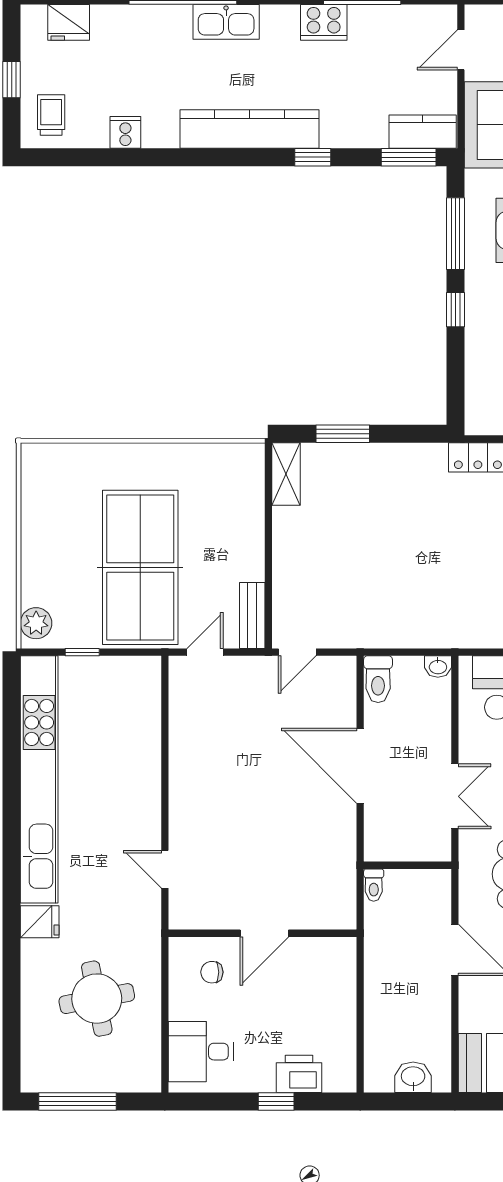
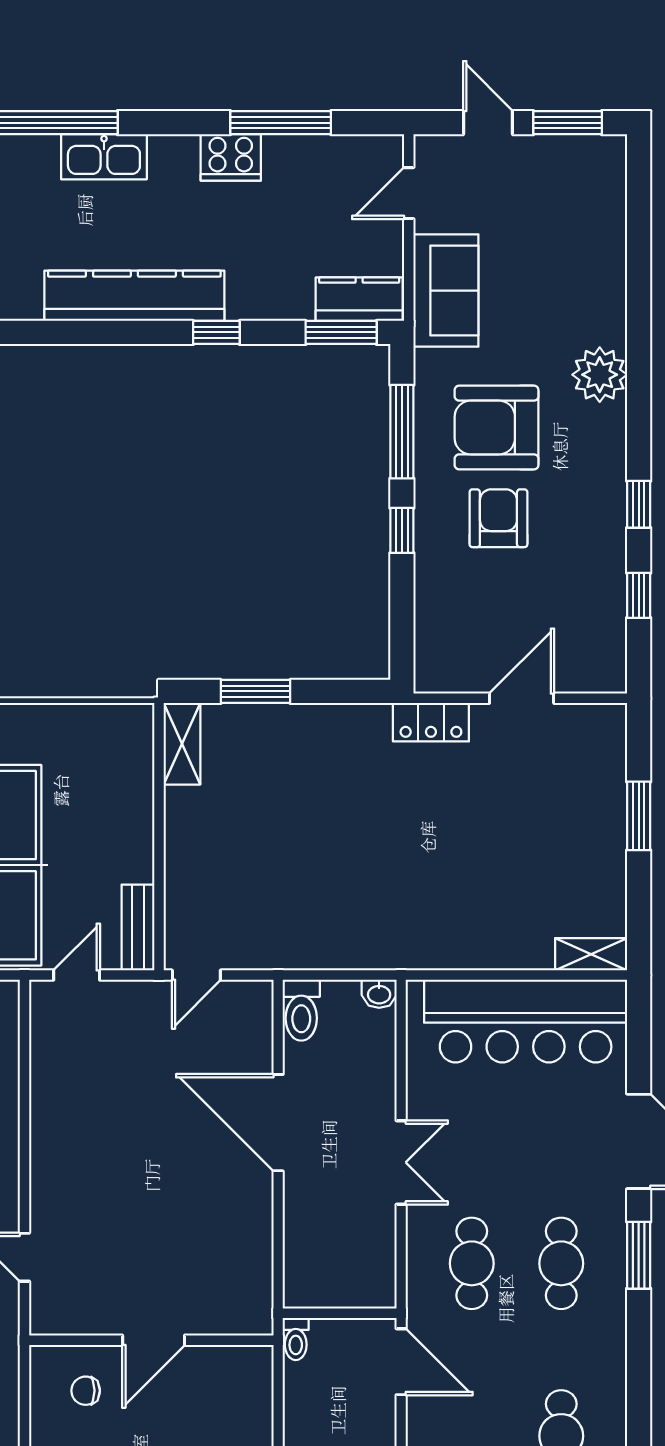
wall: (408, 865) -> (340, 1313), moved
toilet: (374, 885) -> (296, 1339), moved

